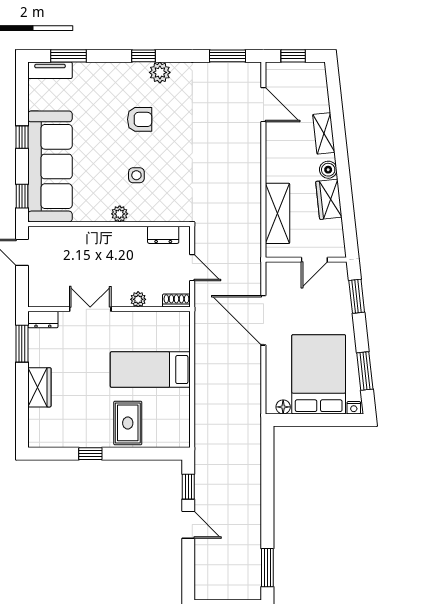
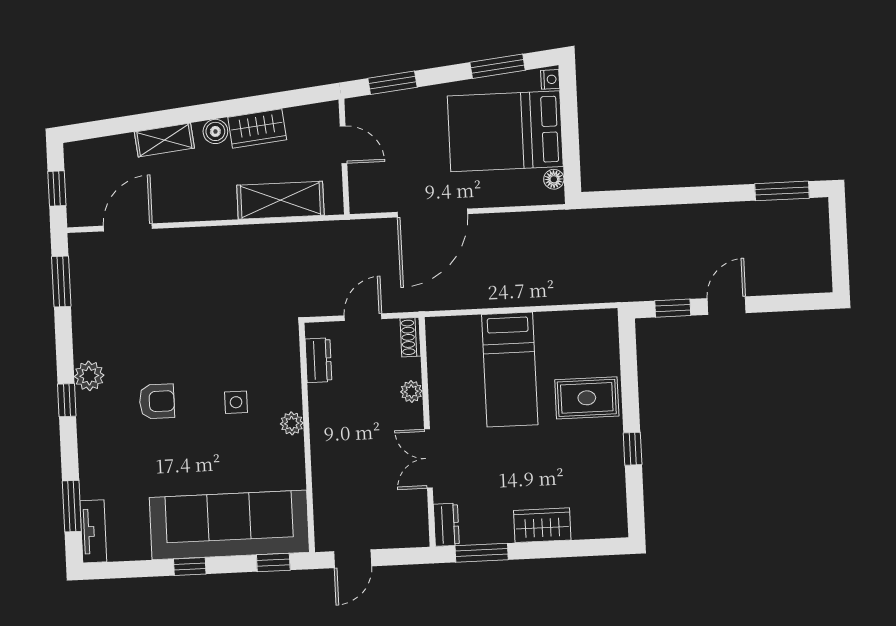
armchair: (140, 119) -> (157, 401), turned 90

